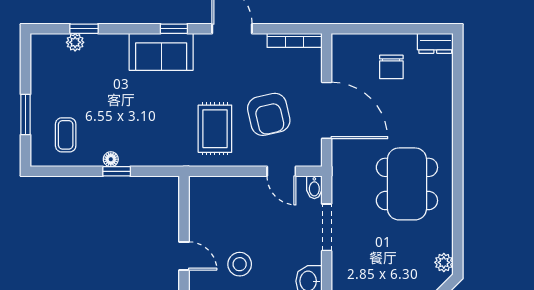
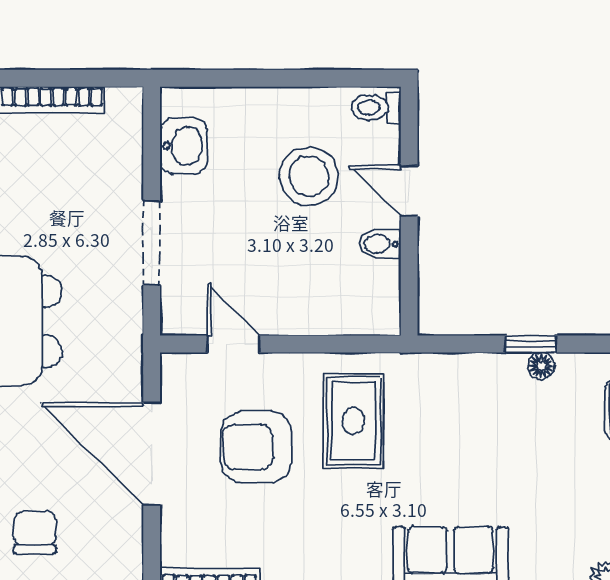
armchair: (269, 114) -> (256, 447), turned -78
bidet: (314, 187) -> (380, 244), moved, turned -90
stool: (240, 264) -> (309, 176), width x1.38, depth x1.38

